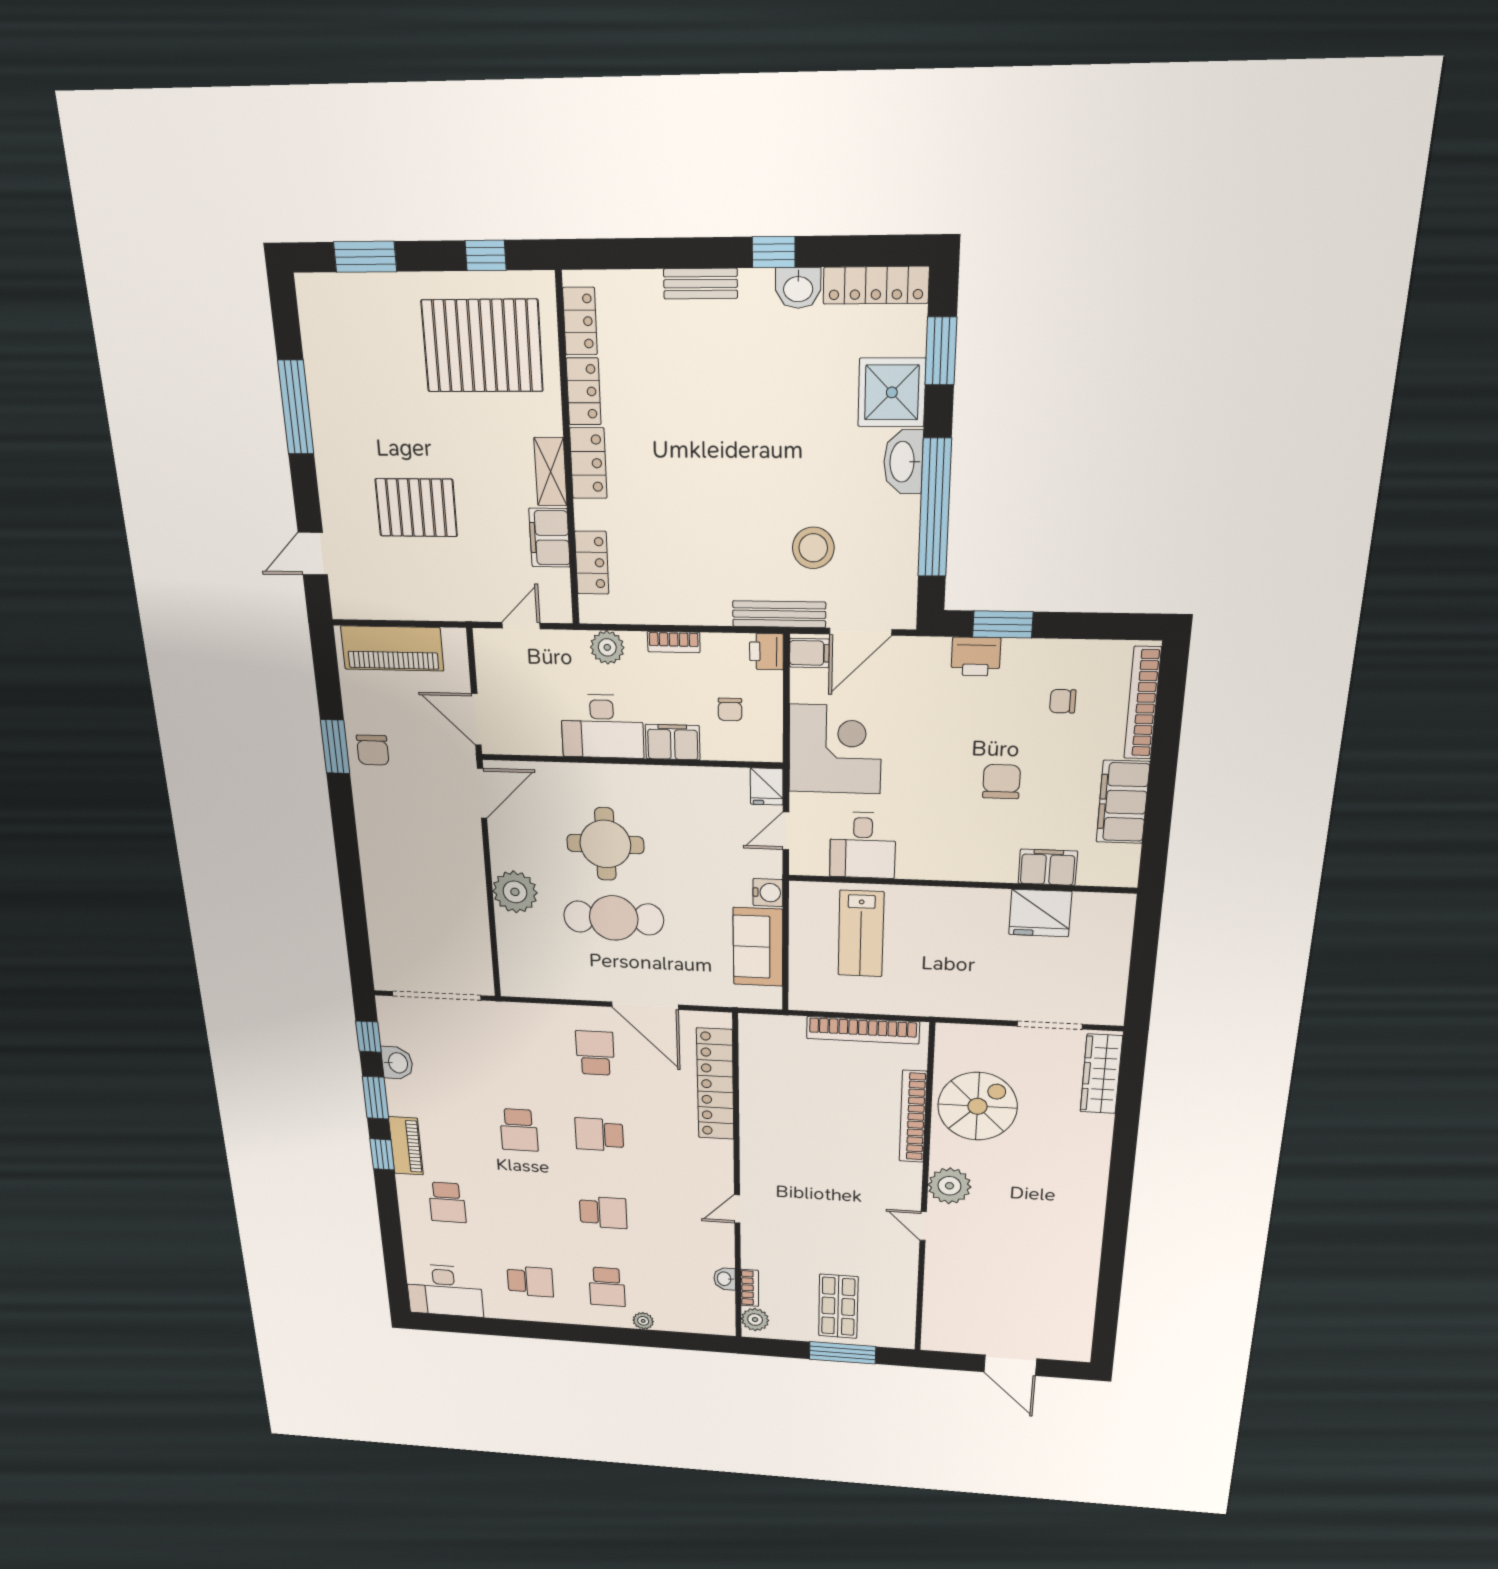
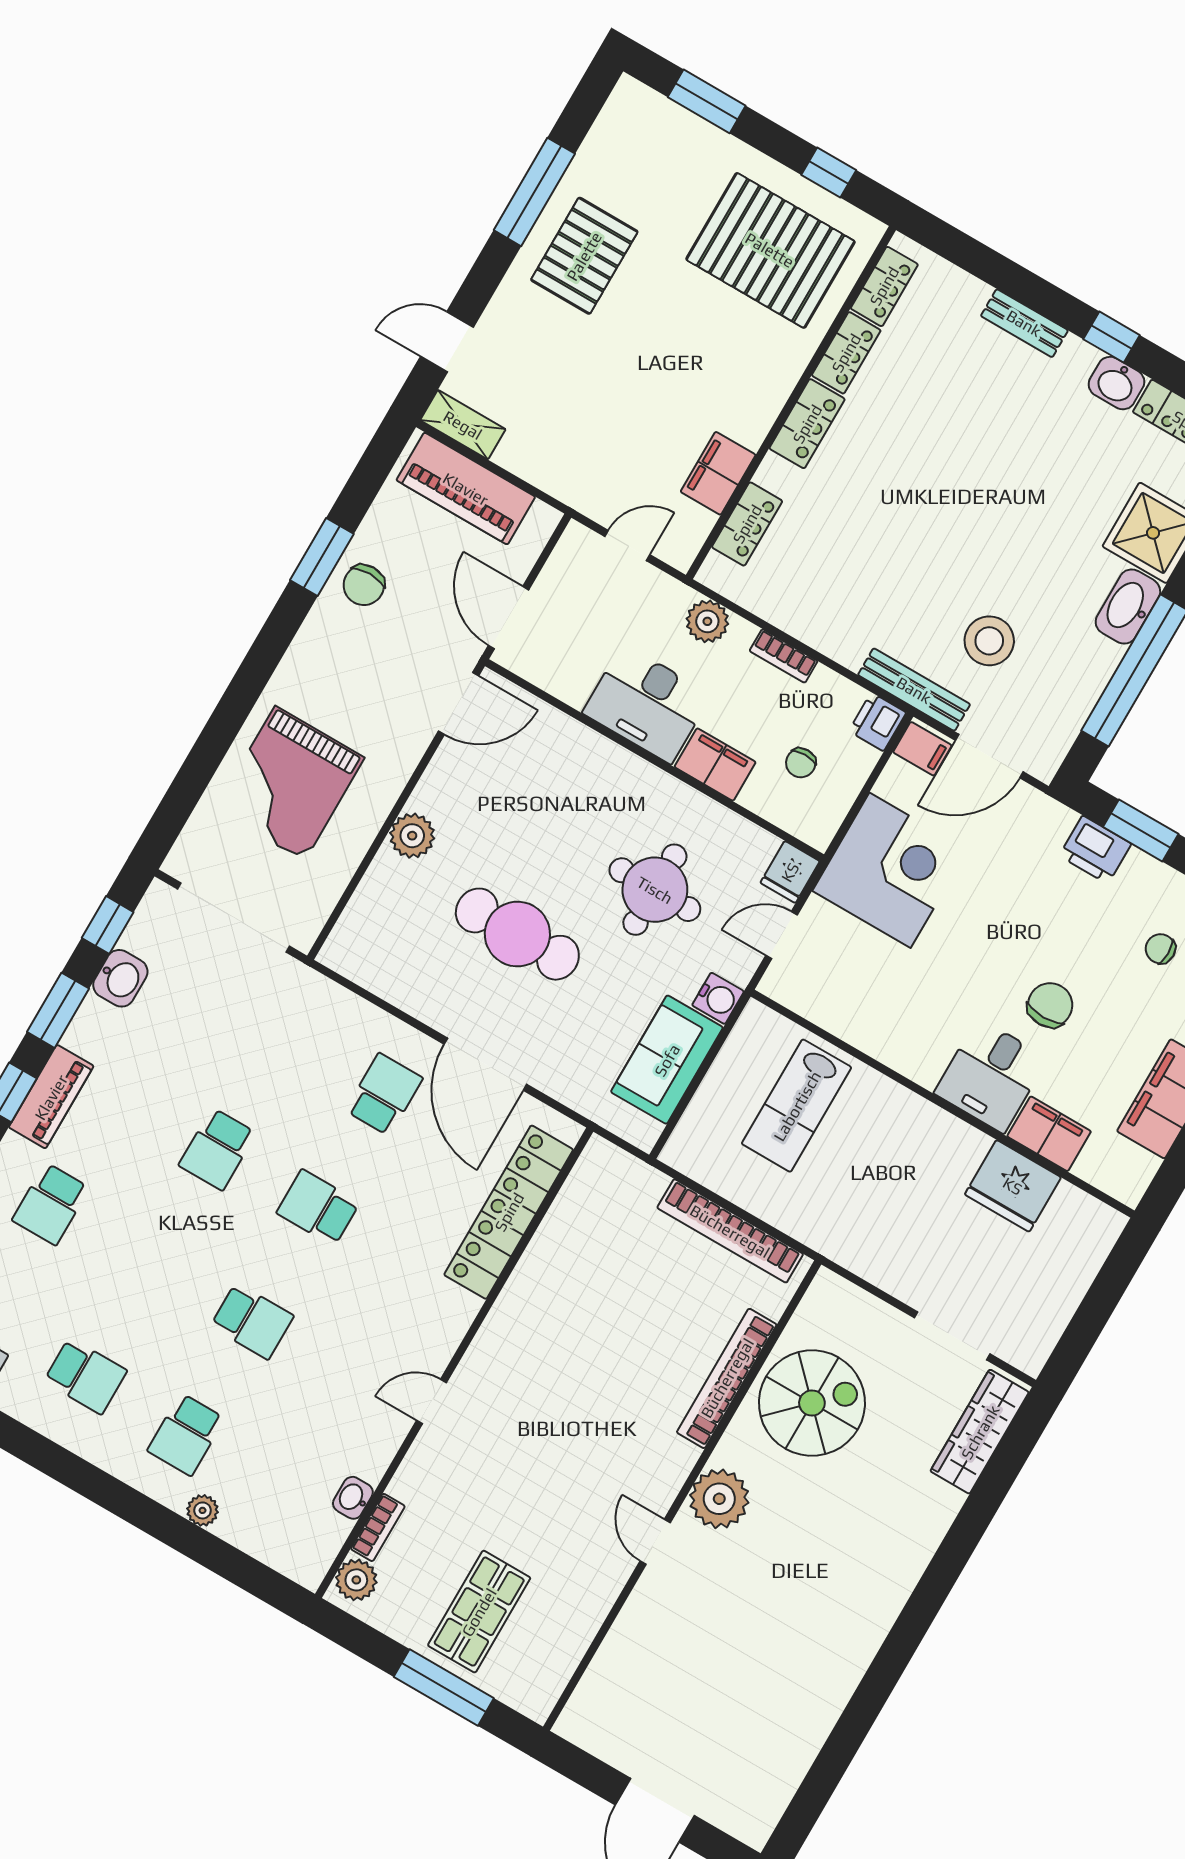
shelving: (550, 472) -> (463, 425), moved, turned 90
pallet: (416, 508) -> (584, 256), moved, turned 90
round table: (605, 844) -> (655, 890), moved
desk: (863, 845) -> (991, 1076), moved
plant: (515, 892) -> (412, 836), width x0.73, depth x0.73
grand piano: (414, 899) -> (290, 783), added

